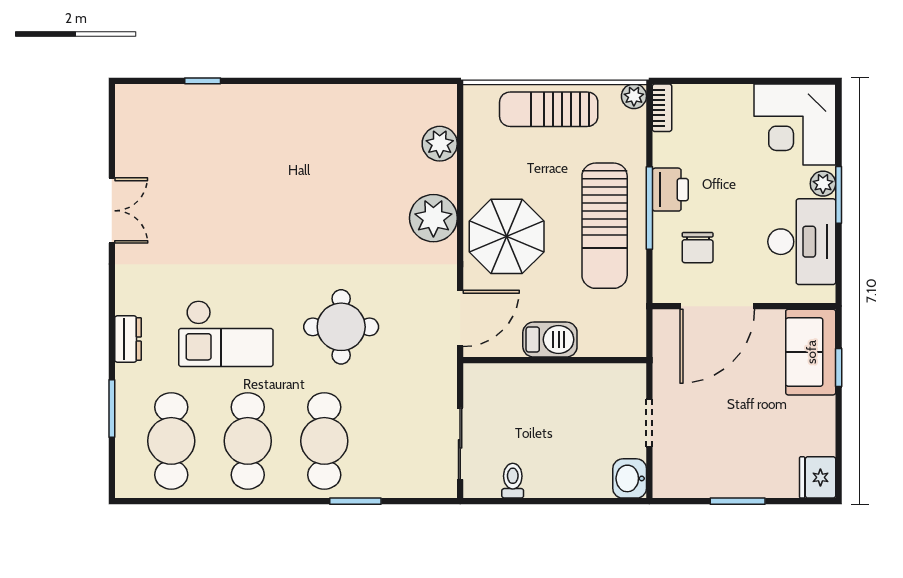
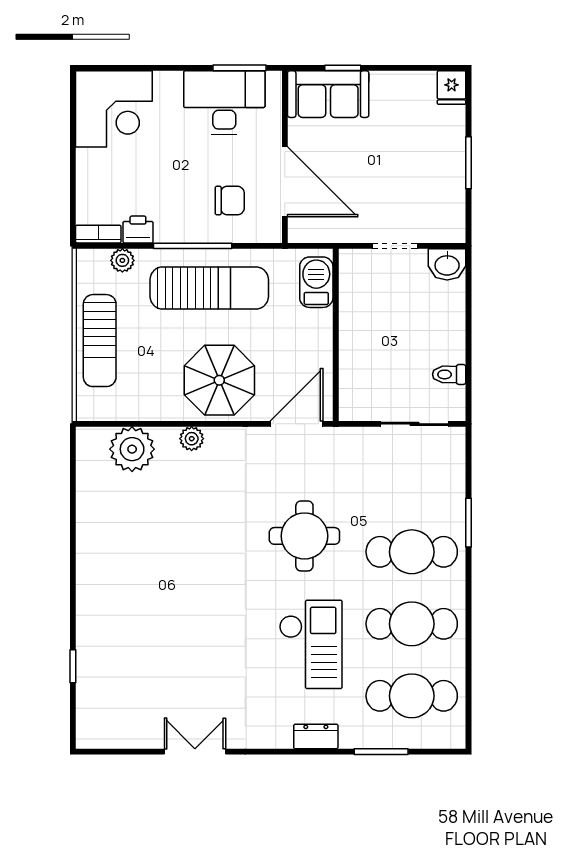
plant: (634, 96) -> (122, 260), moved
plant: (440, 144) -> (132, 449), width x1.36, depth x1.36
plant: (823, 184) -> (170, 83), removed
printer: (670, 190) -> (138, 230), moved, width x0.73, depth x0.81
window: (839, 195) -> (240, 68), moved
plant: (433, 218) -> (192, 439), width x0.53, depth x0.53
door: (460, 318) -> (297, 424), hinge flipped
barbecue: (550, 340) -> (316, 282), moved
fridge: (818, 477) -> (452, 88), width x0.72

